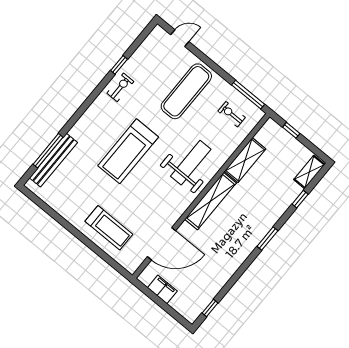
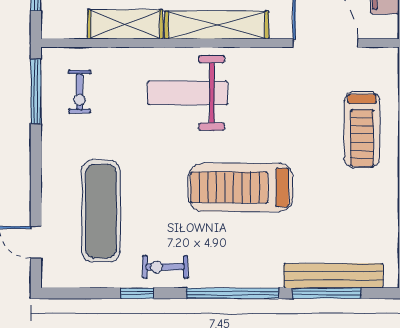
exercise mat: (186, 91) -> (101, 211), moved, turned 90
window: (83, 108) -> (233, 293), added
treadmill: (128, 151) -> (241, 187), turned 180
treadmill: (109, 228) -> (362, 130), turned 180

